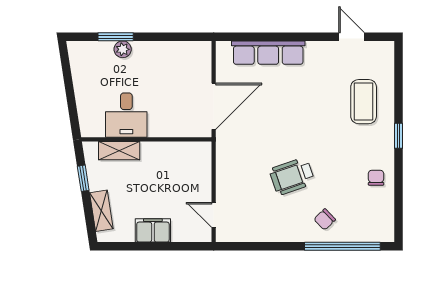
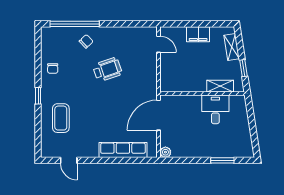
plant: (123, 49) -> (165, 152), moved

